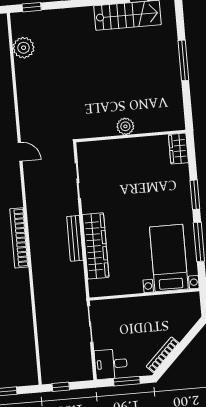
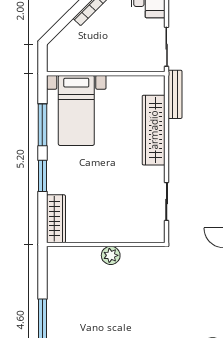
wardrobe: (178, 149) -> (56, 219), width x1.50
bench: (75, 238) -> (175, 94), moved

